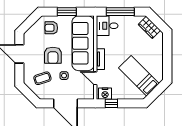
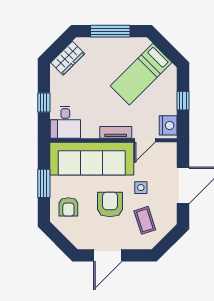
window: (120, 12) -> (44, 103), width x0.46
armchair: (53, 55) -> (110, 204), turned -90
window: (167, 55) -> (110, 31), added
window: (111, 103) -> (183, 101), moved

